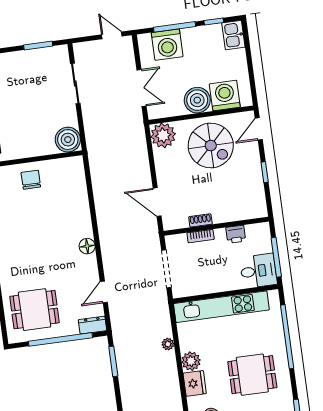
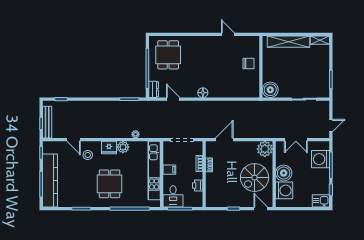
filing cabinet: (217, 283) -> (169, 170), added

